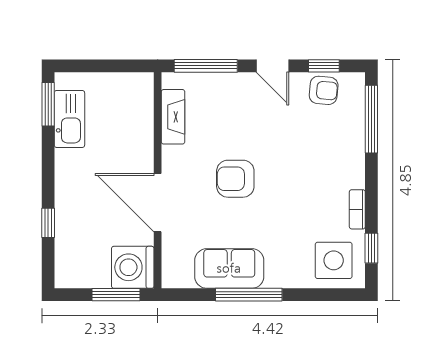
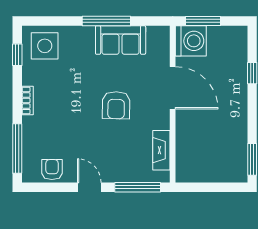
window: (324, 66) -> (52, 187), removed
armchair: (324, 90) -> (52, 169), turned 85
kitchen sink: (69, 119) -> (237, 149), removed
armchair: (235, 179) -> (116, 105), turned 91
bookcase: (357, 209) -> (28, 101), moved

